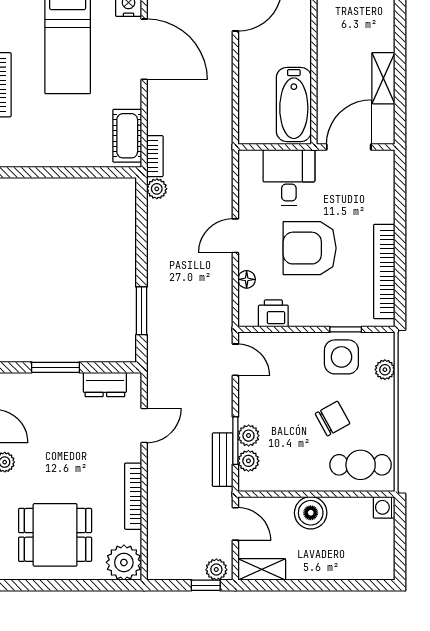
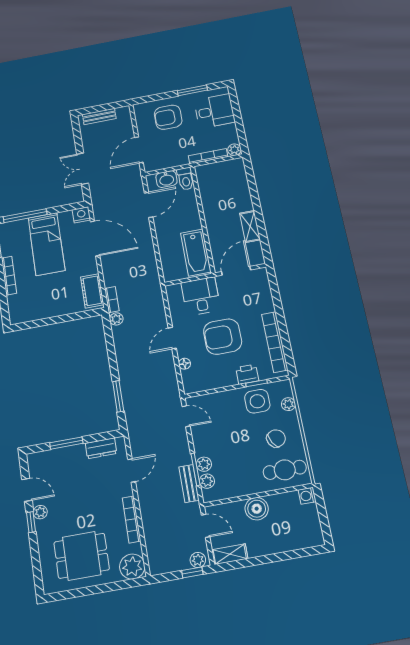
printer: (273, 313) -> (247, 374), moved
chair: (332, 419) -> (276, 438), moved

